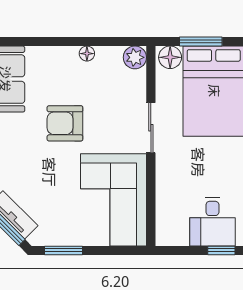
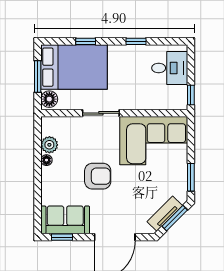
plant: (135, 57) -> (49, 145), moved
armchair: (65, 123) -> (98, 176), turned -90
window: (221, 250) -> (191, 95), moved

